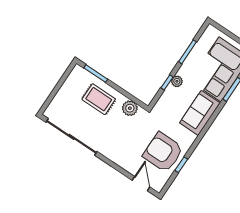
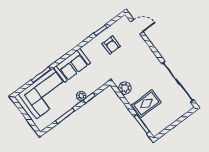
rug: (99, 99) -> (146, 103), turned 90
armchair: (163, 152) -> (111, 45), width x0.53, depth x0.53
door: (141, 184) -> (137, 27), swing flipped

